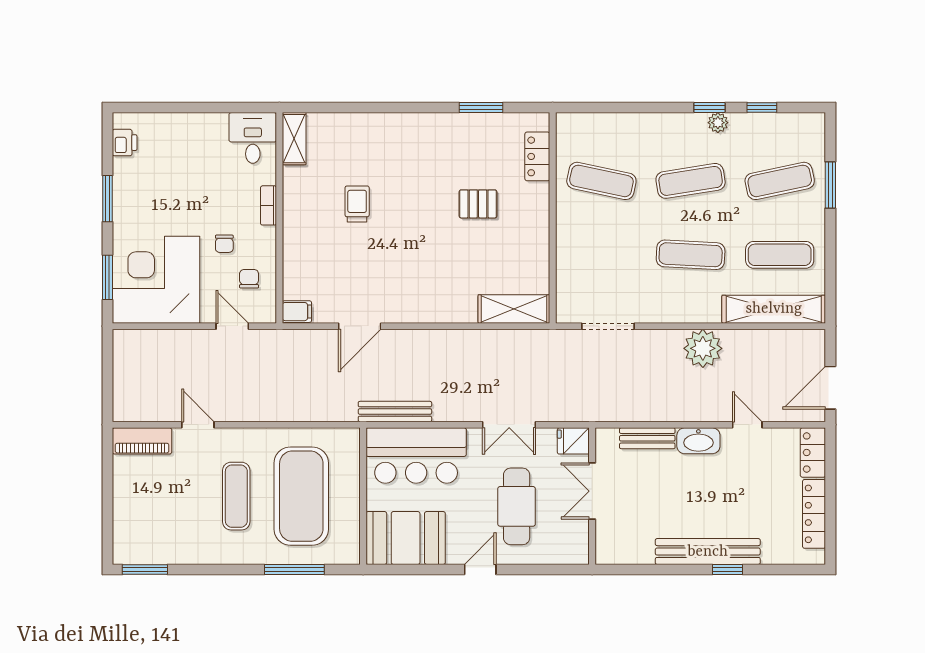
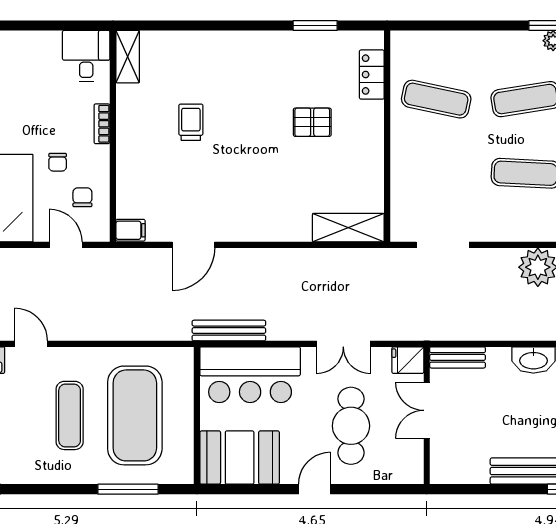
bench: (647, 438) -> (458, 357), moved

